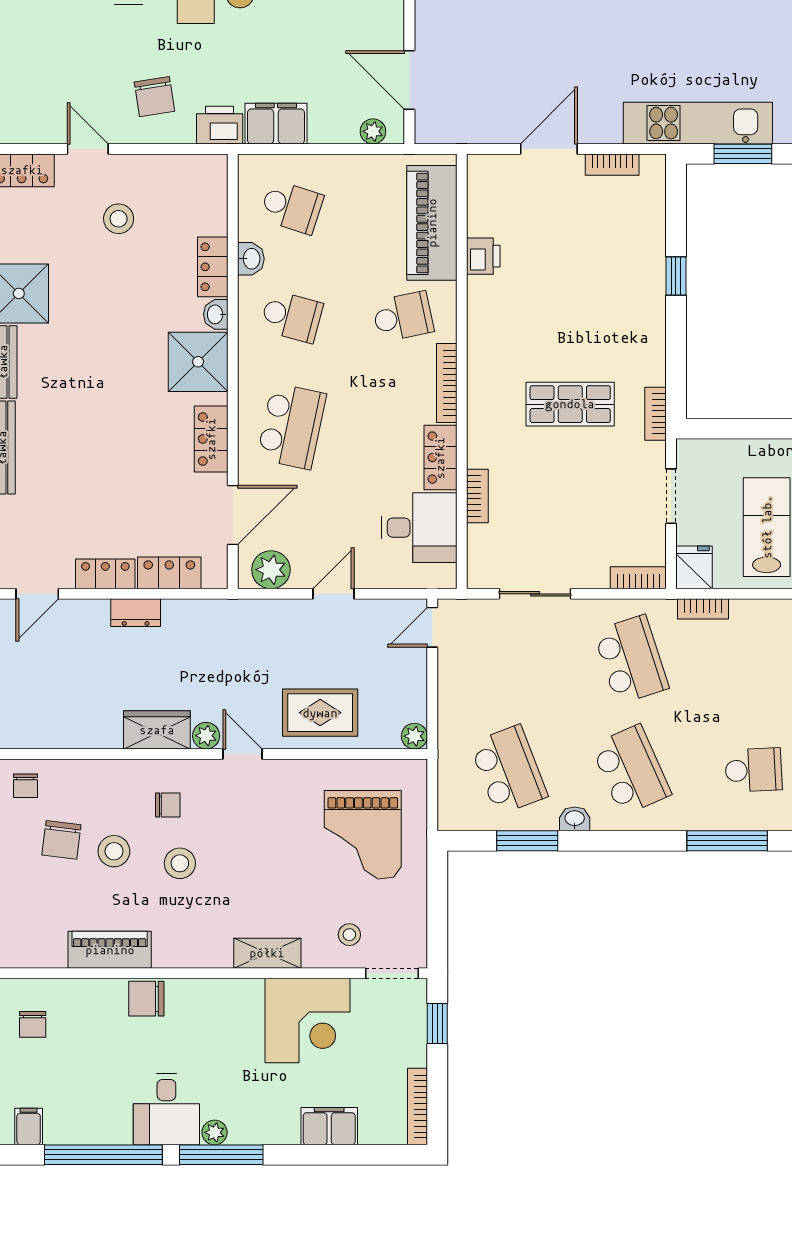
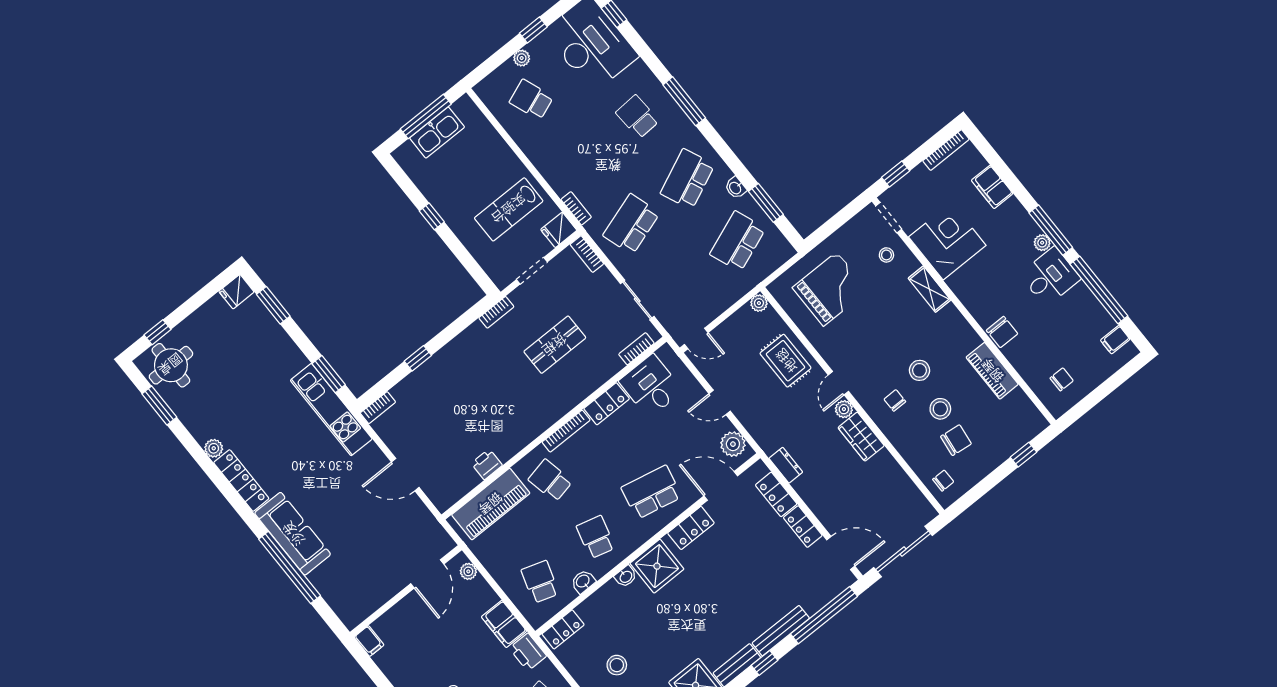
bookcase: (612, 165) -> (378, 408), moved, turned 90
locker: (213, 267) -> (563, 629), moved
shop shelf: (570, 404) -> (555, 345), moved, turned 90
bookcase: (477, 496) -> (636, 349), moved
door: (37, 594) -> (841, 553), width x1.38
dresser: (136, 613) -> (786, 465), moved

